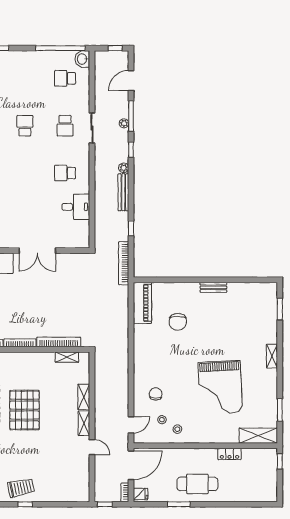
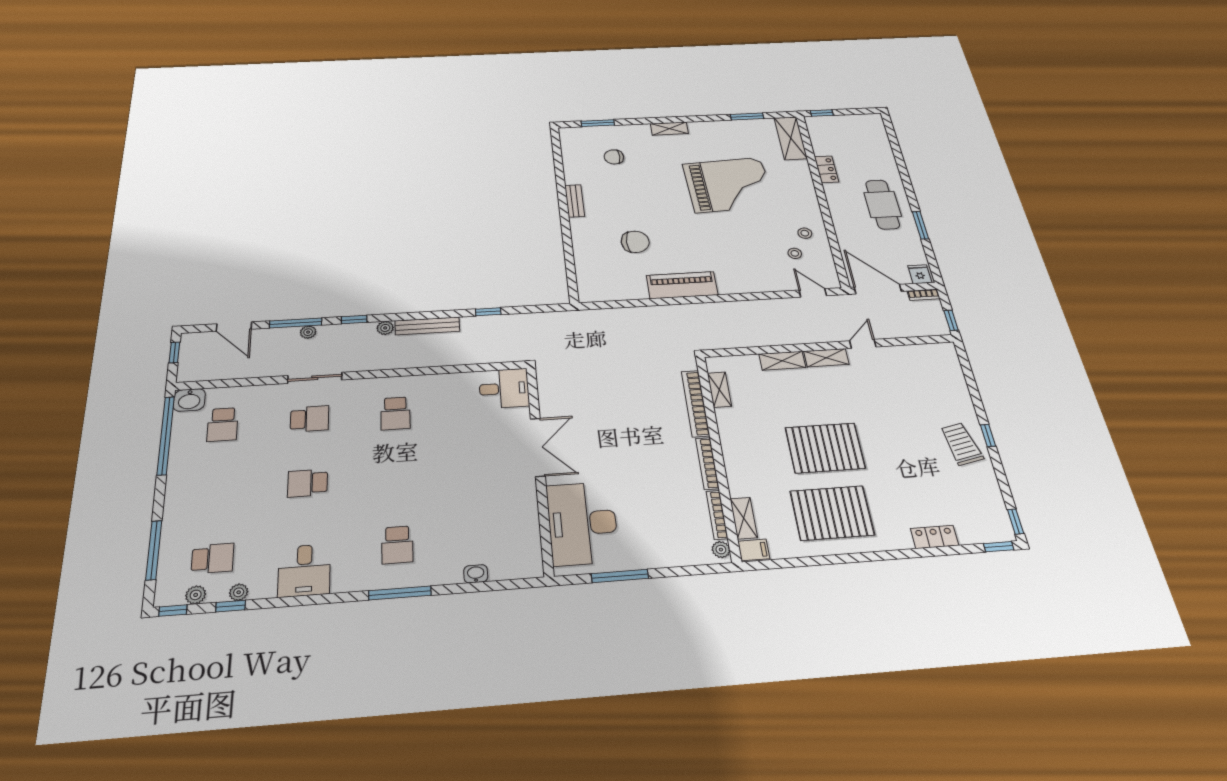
desk: (76, 207) -> (504, 389), moved, turned 90
bookcase: (124, 263) -> (548, 318), removed
piano: (142, 303) -> (682, 285), moved
chair: (156, 394) -> (614, 157), moved

